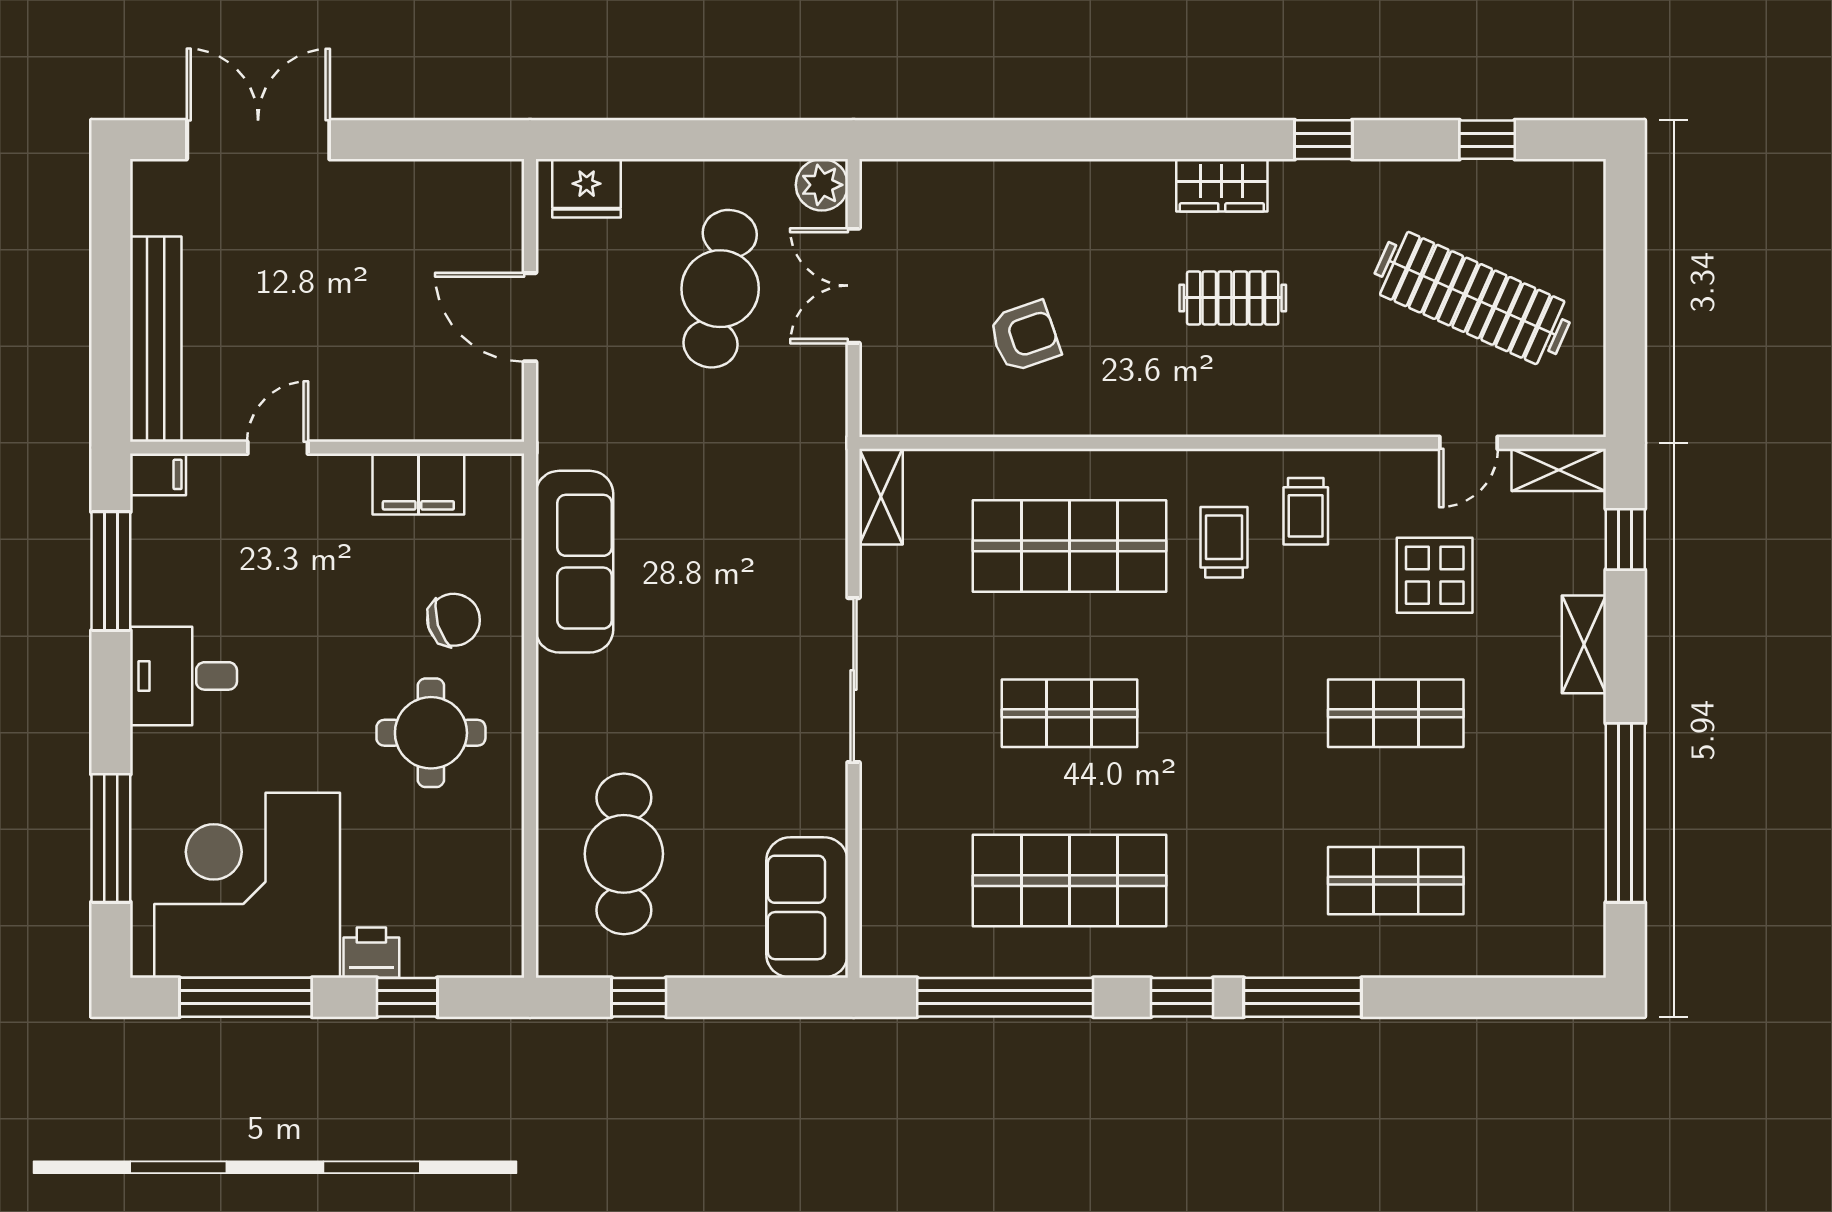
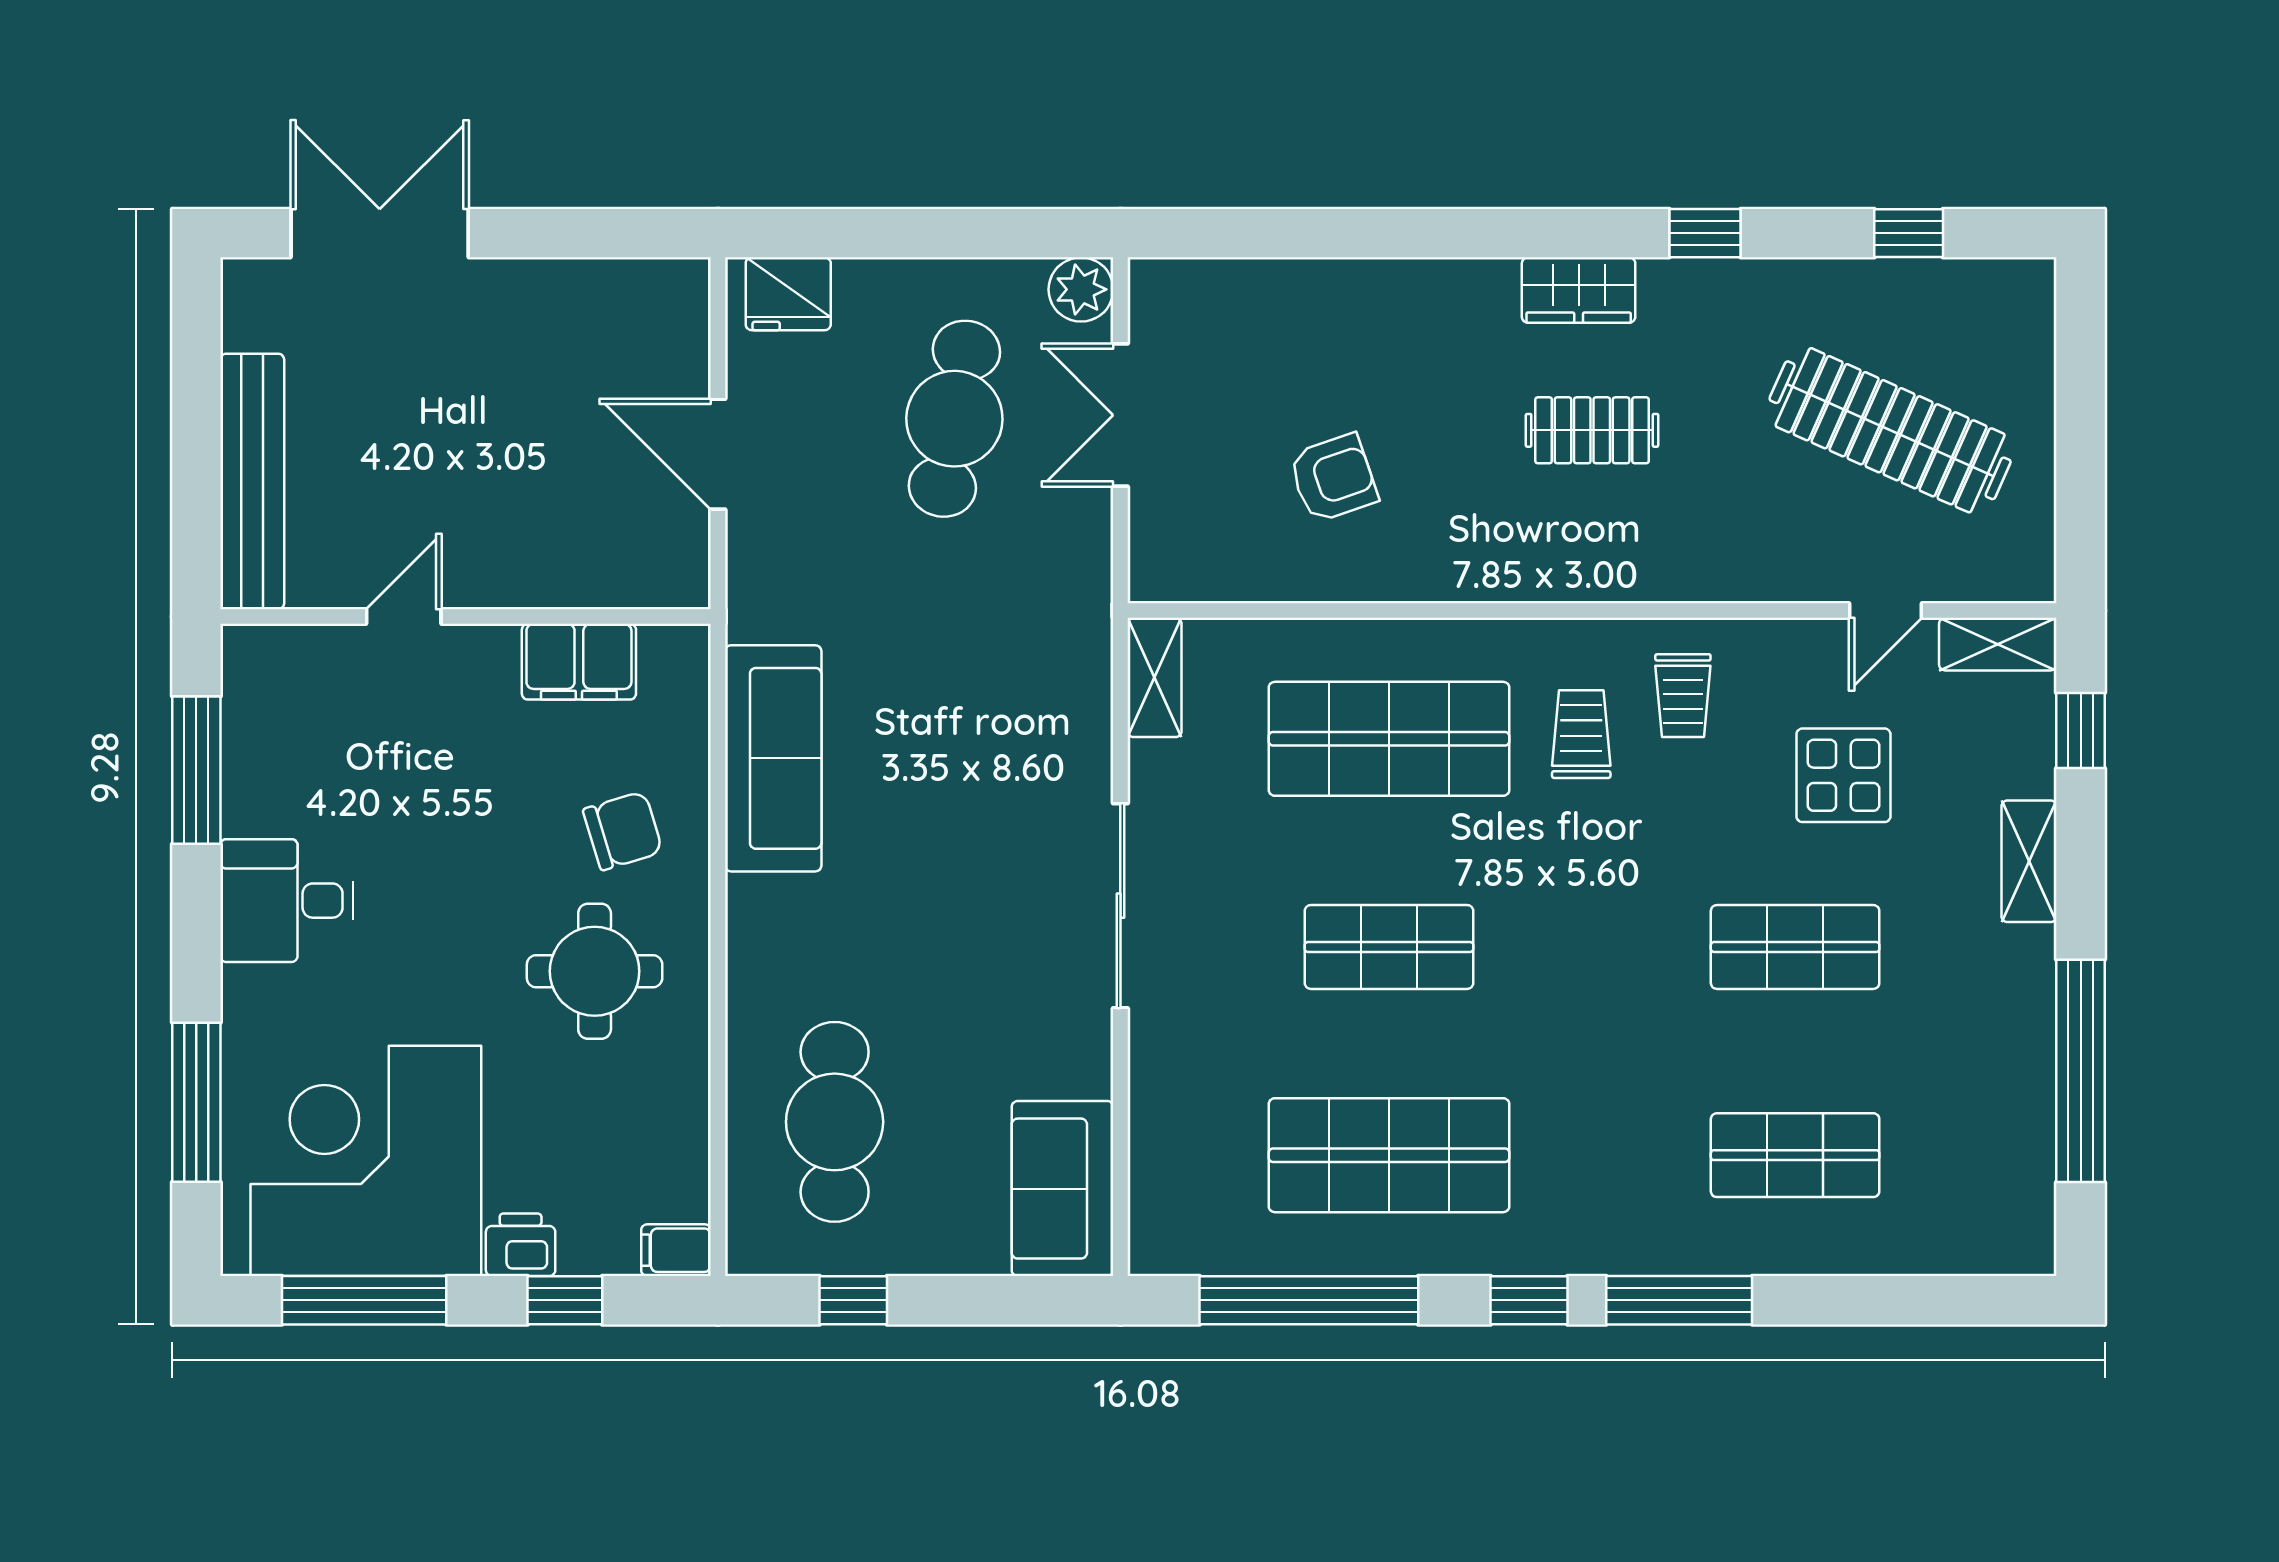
filing cabinet: (158, 474) -> (676, 1250), moved, turned 180

